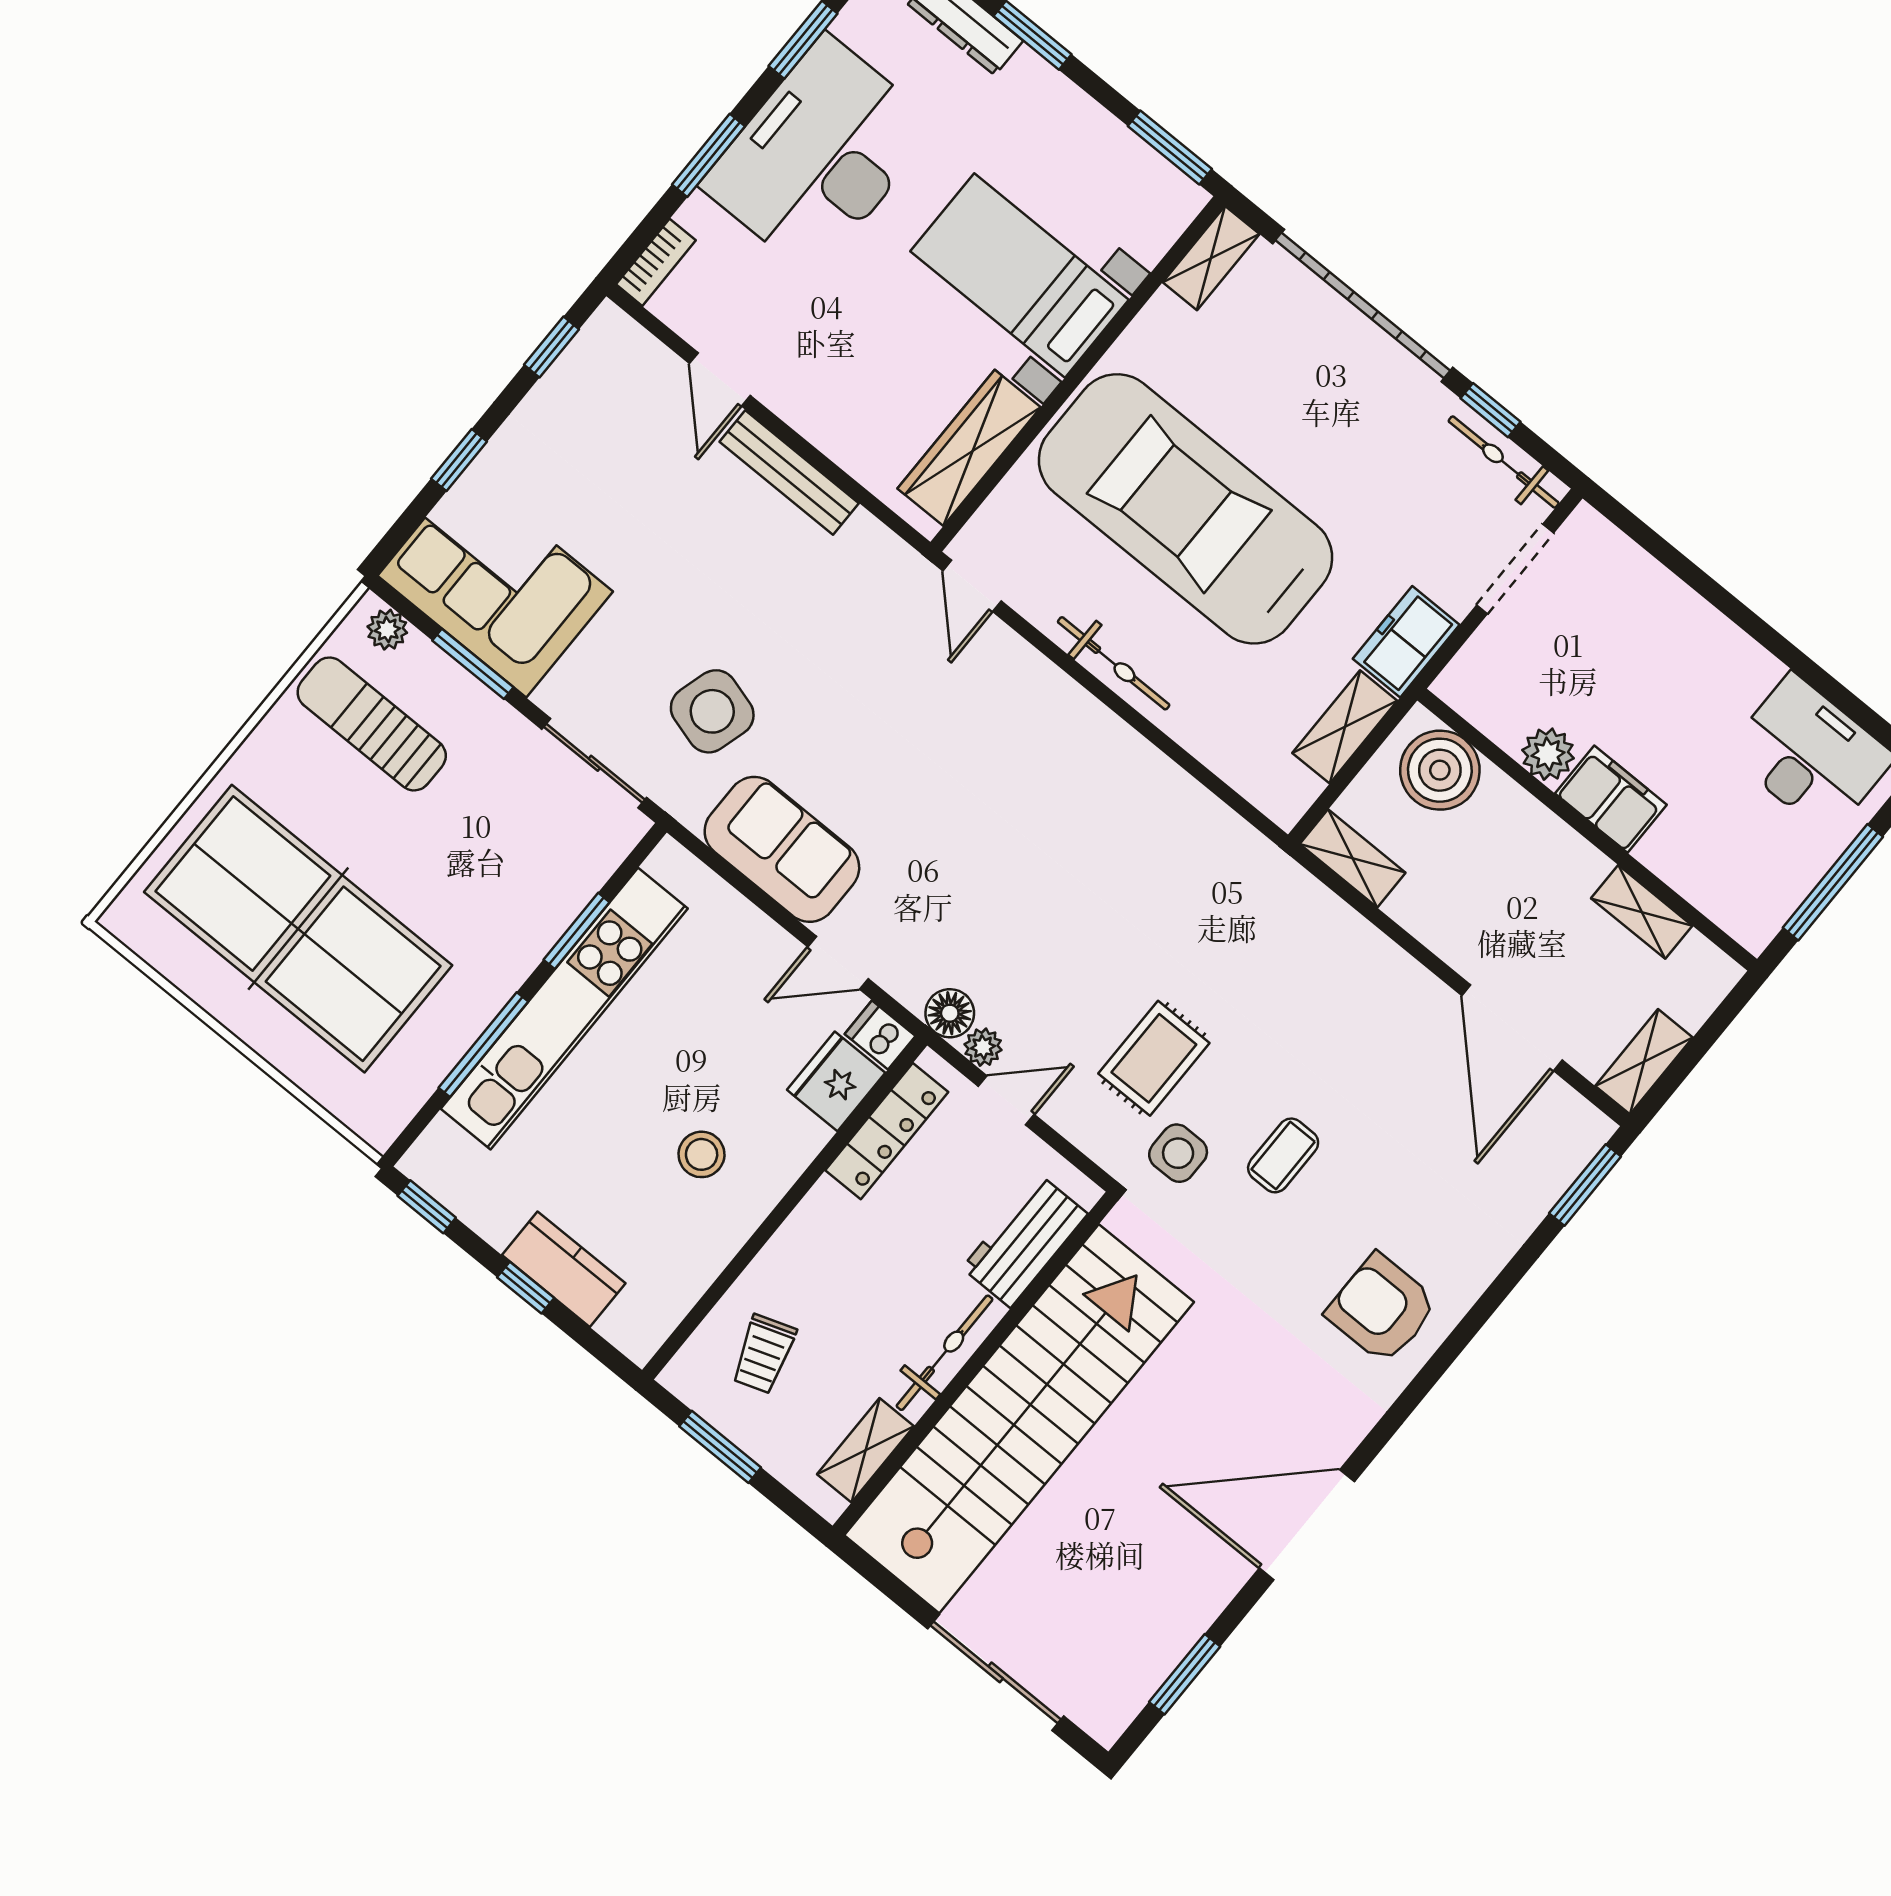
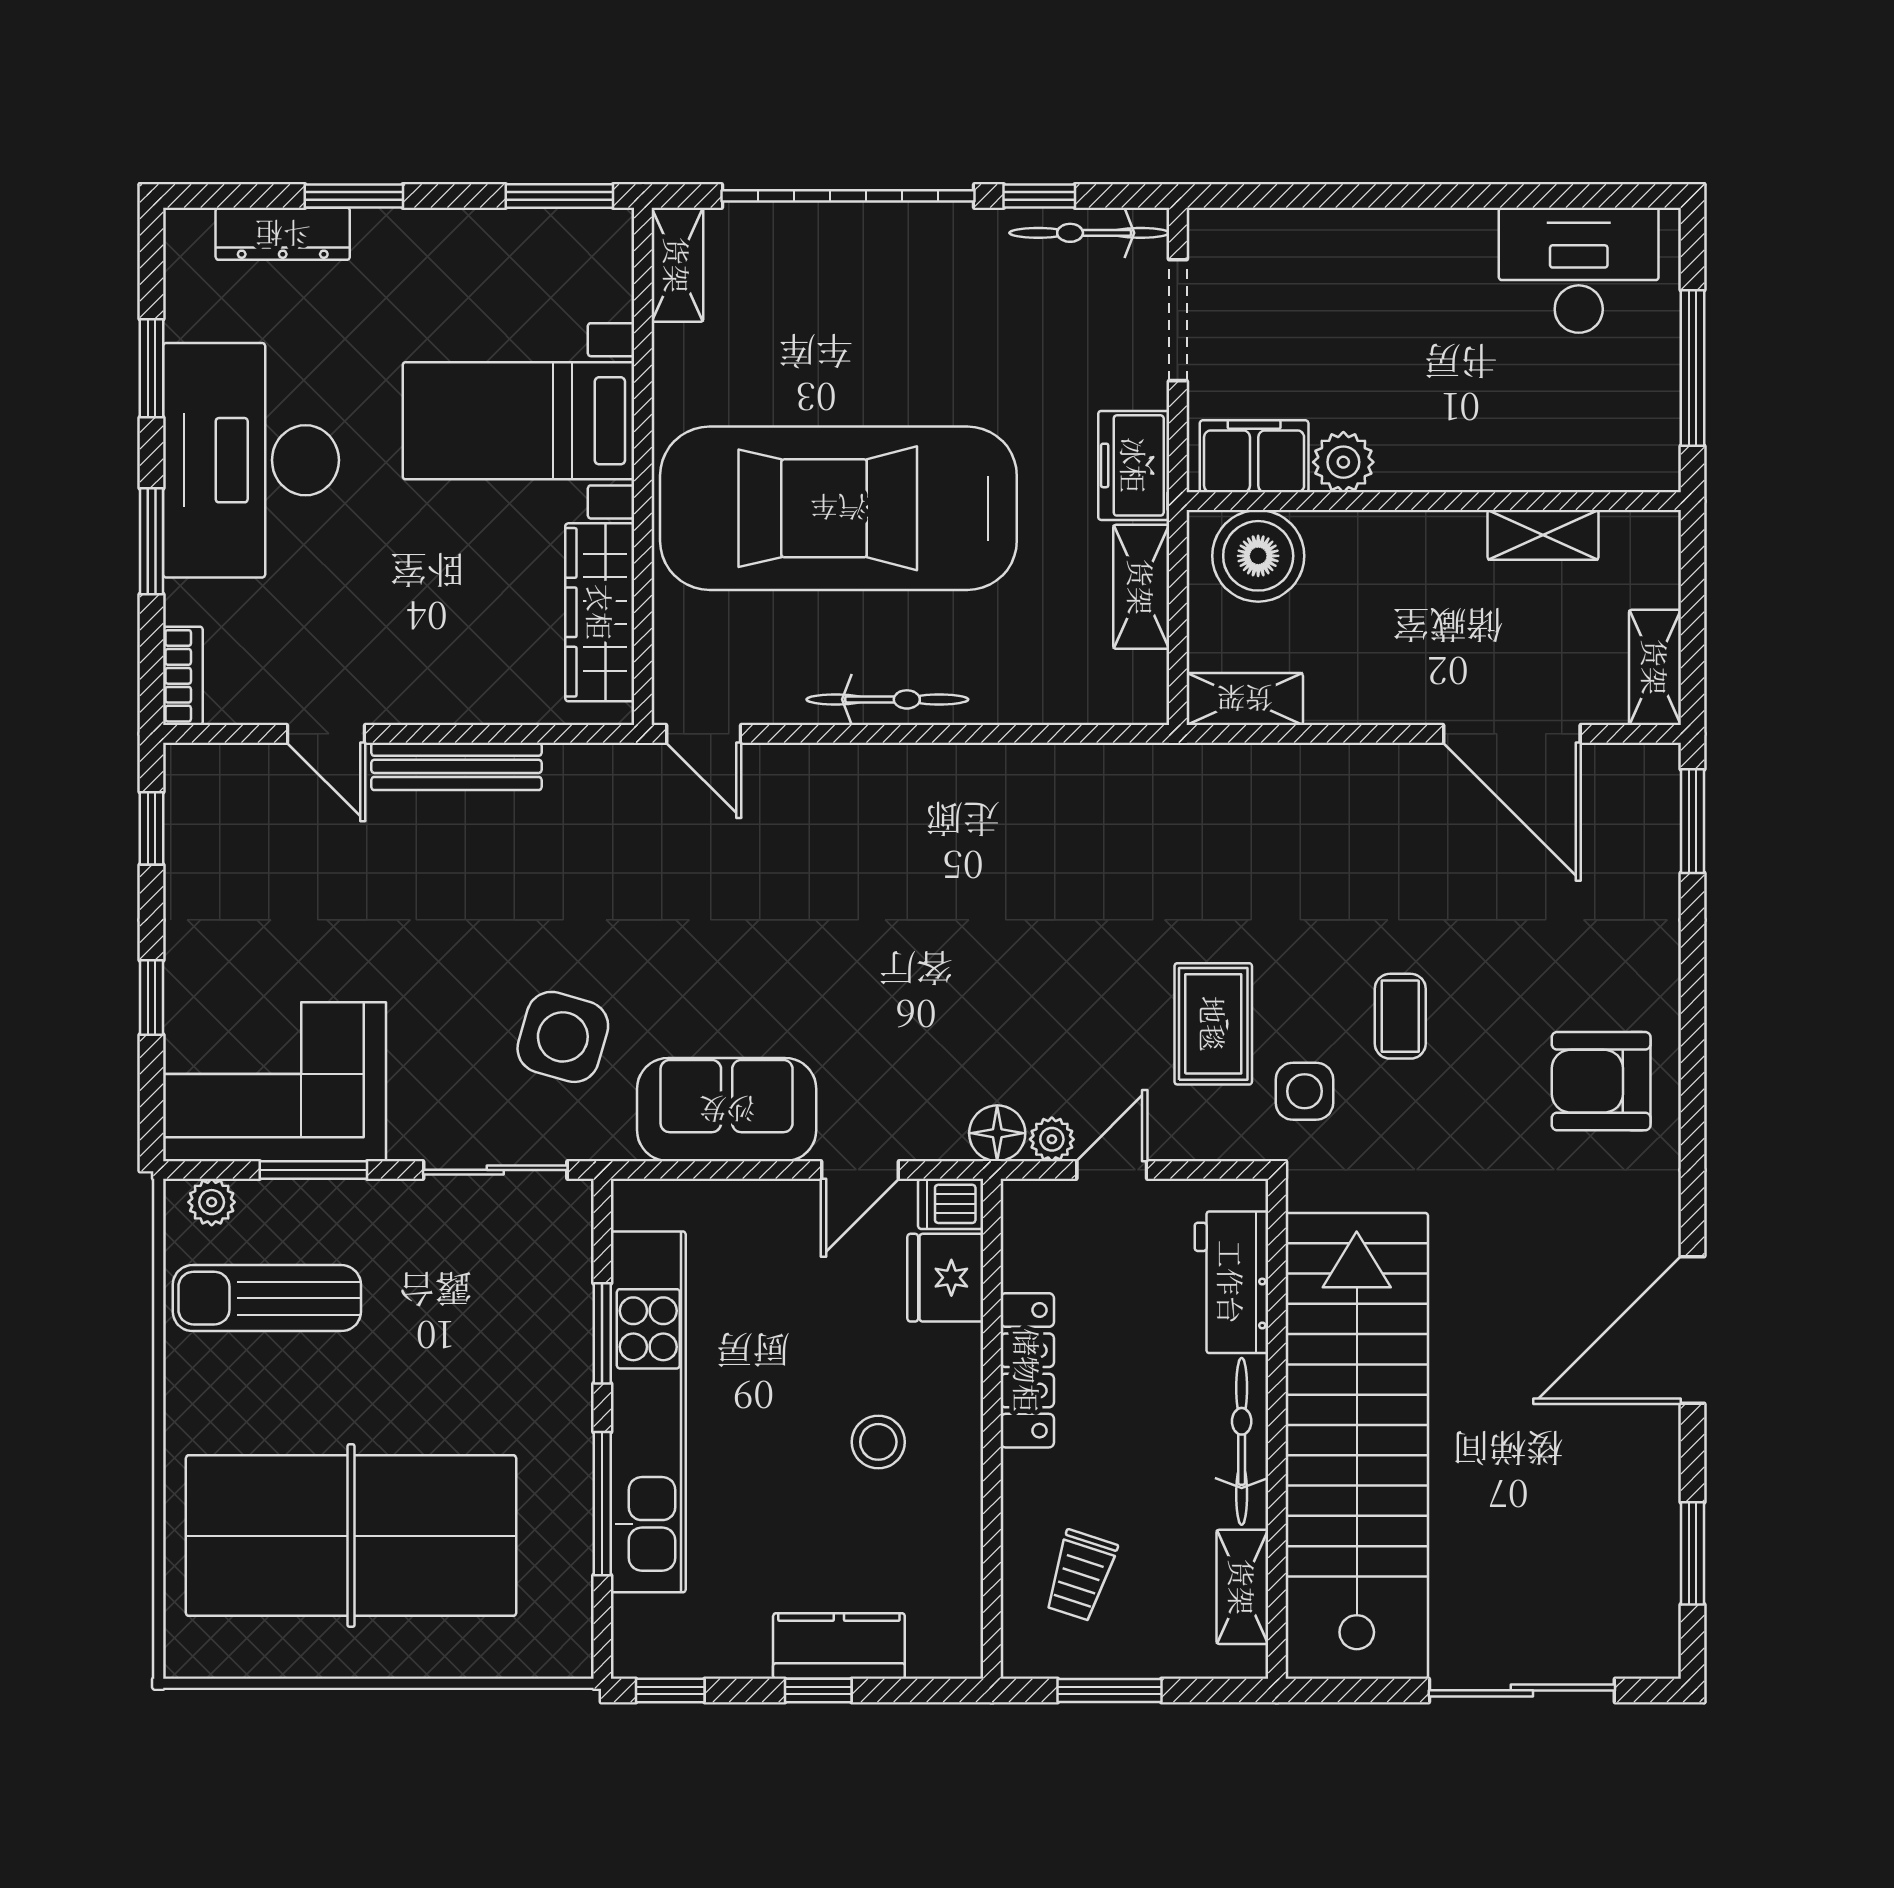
filing cabinet: (1611, 799) -> (1254, 456), moved
locker: (887, 1131) -> (1027, 1370), moved
trolley: (764, 1354) -> (1080, 1575), turned 37

